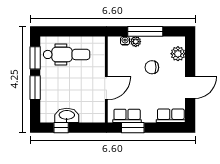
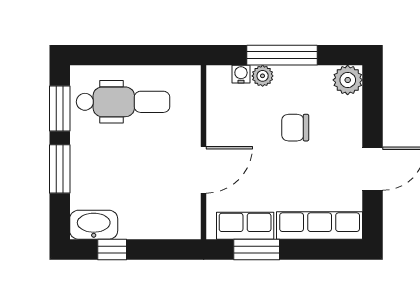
plant: (178, 54) -> (348, 80), moved
washbasin: (67, 115) -> (94, 225), moved
row of seats: (171, 116) -> (320, 225), width x1.48

